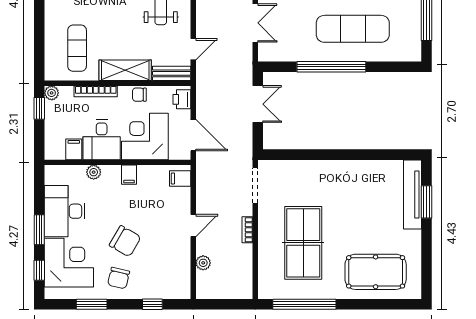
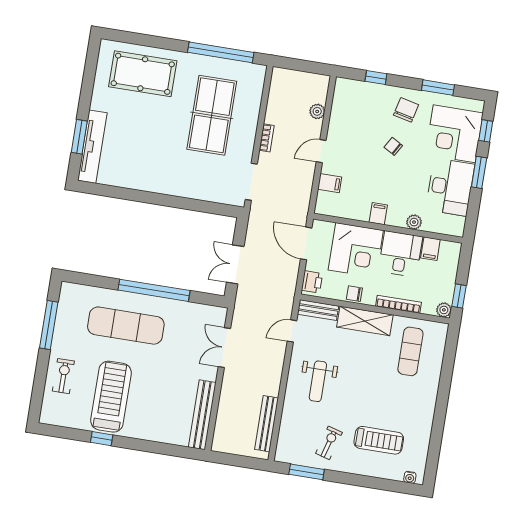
chair: (139, 95) -> (354, 294), turned 180
filing cabinet: (180, 178) -> (330, 183), moved
chair: (125, 241) -> (393, 146), width x0.54, depth x0.54

